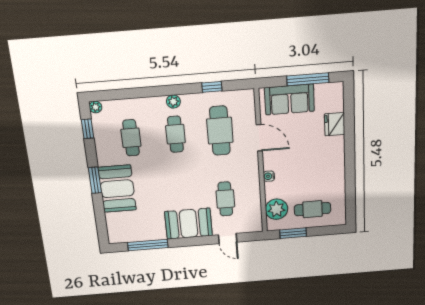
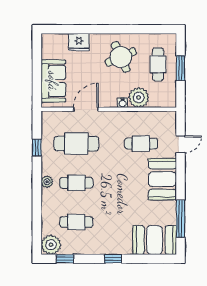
window: (308, 79) -> (37, 64), removed
plant: (95, 107) -> (51, 245), width x1.88, depth x1.88
round table: (319, 170) -> (121, 57), added
window: (95, 180) -> (113, 259), width x0.67
booth: (117, 189) -> (155, 240), moved
plant: (276, 209) -> (139, 97), moved
window: (293, 233) -> (181, 68), moved

